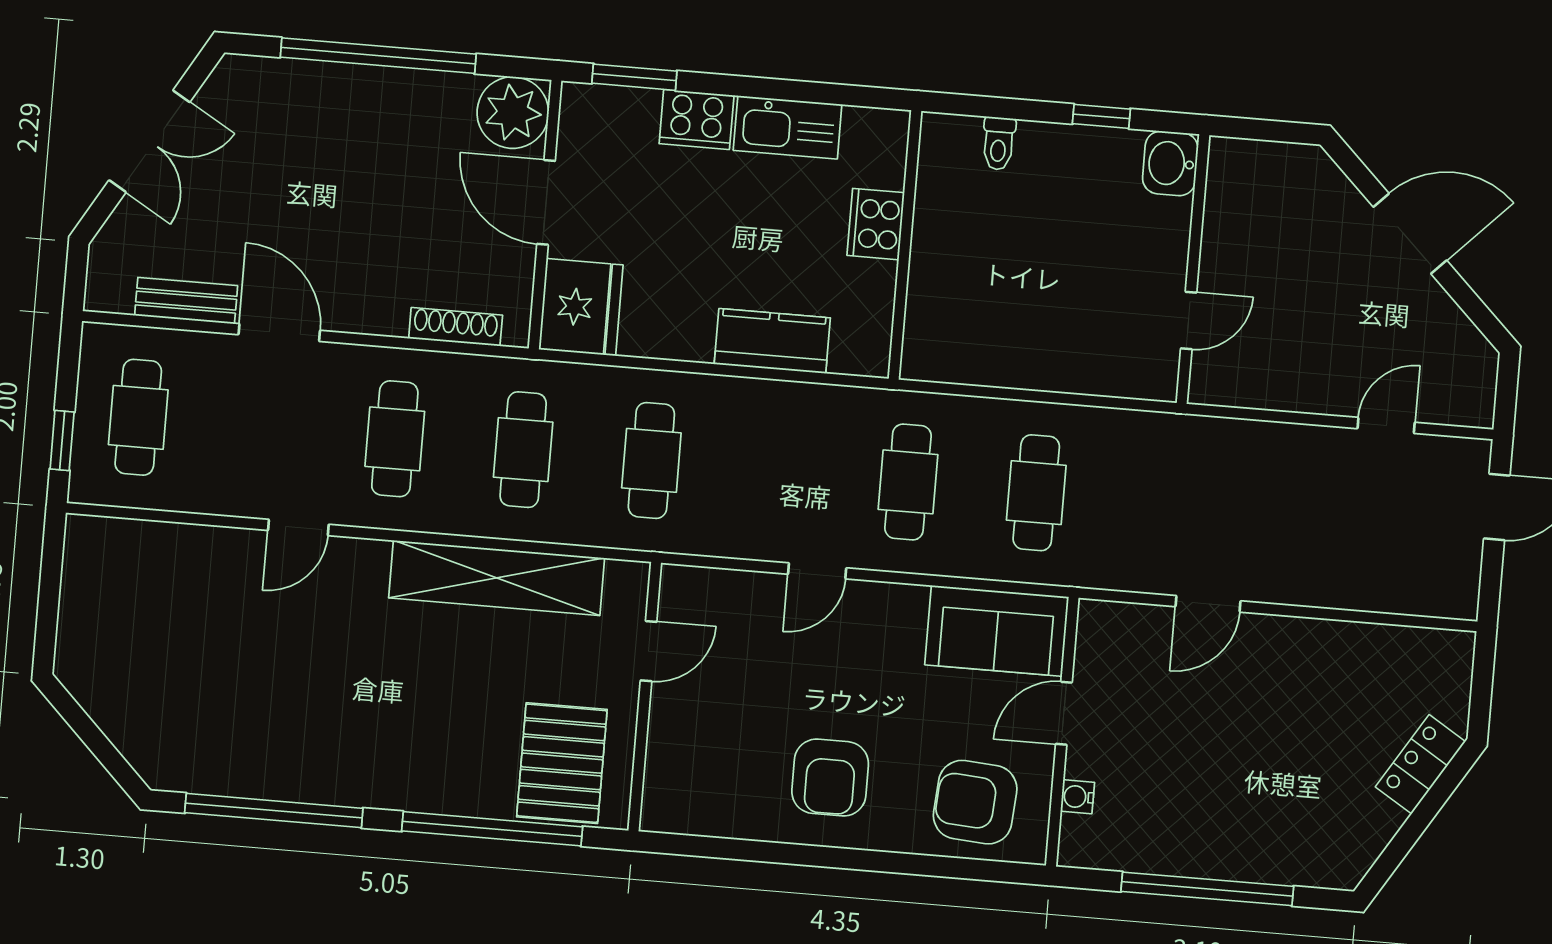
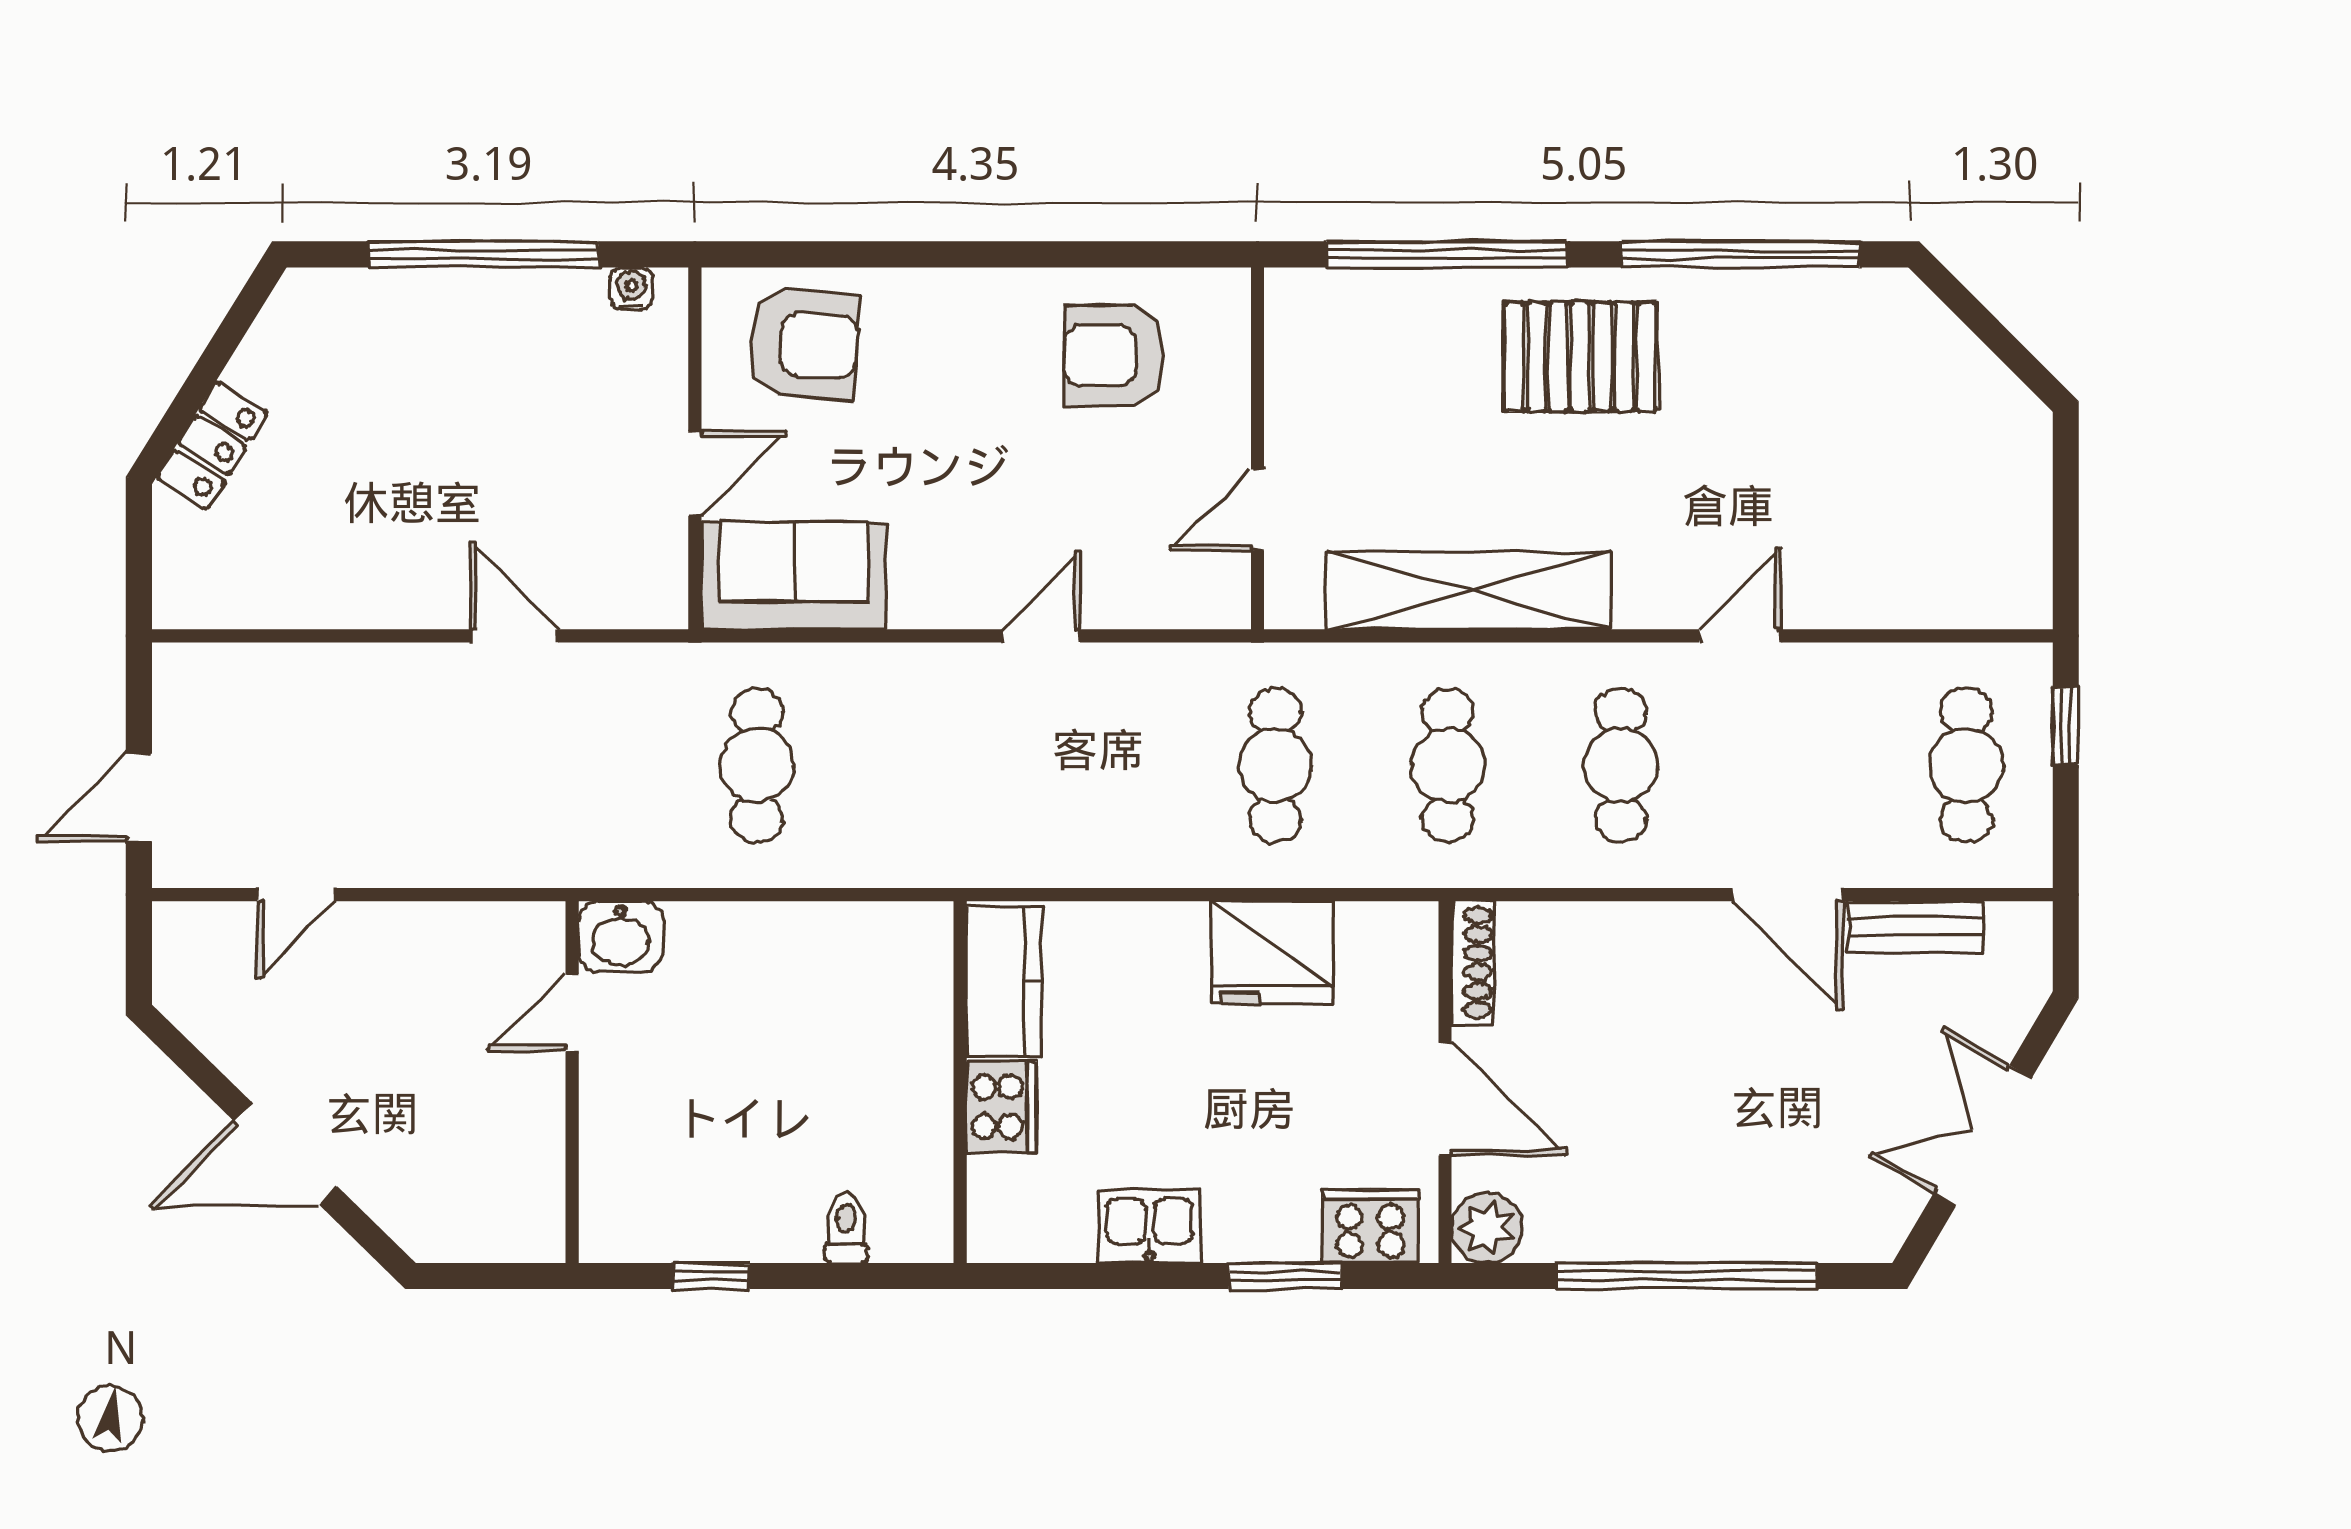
window: (634, 77) -> (1285, 1276), moved
plant: (513, 113) -> (1487, 1228), width x0.73, depth x0.73
cooker: (697, 119) -> (1370, 1226), moved
kitchen sink: (788, 127) -> (1149, 1226), width x0.73
washbasin: (1170, 163) -> (621, 937), moved, turned 90
fridge: (581, 307) -> (1272, 953), moved, turned -90
shoe rack: (456, 327) -> (1472, 963), moved, turned -90
kitchen counter: (772, 341) -> (1004, 981), moved, turned -90
cafe table: (908, 482) -> (929, 765), removed
door: (1208, 604) -> (514, 636), hinge flipped
pallet: (562, 763) -> (1580, 357), moved, turned 90
armchair: (830, 778) -> (1114, 356), moved, turned -90
water cooler: (1078, 797) -> (631, 289), moved, turned -90

